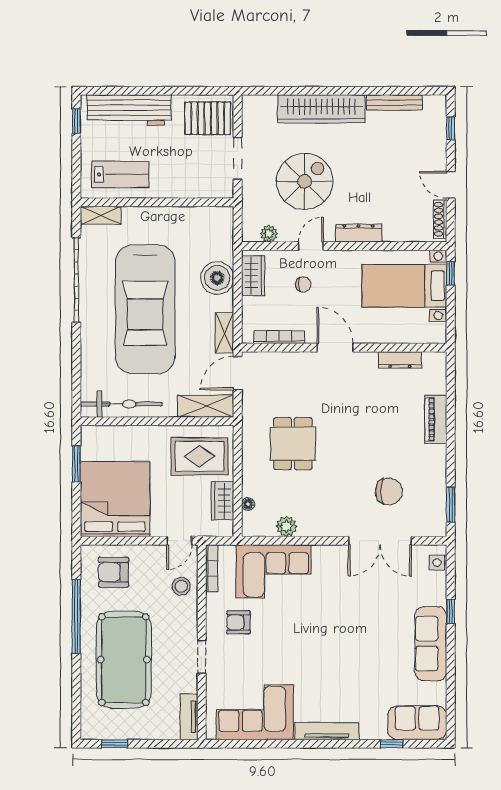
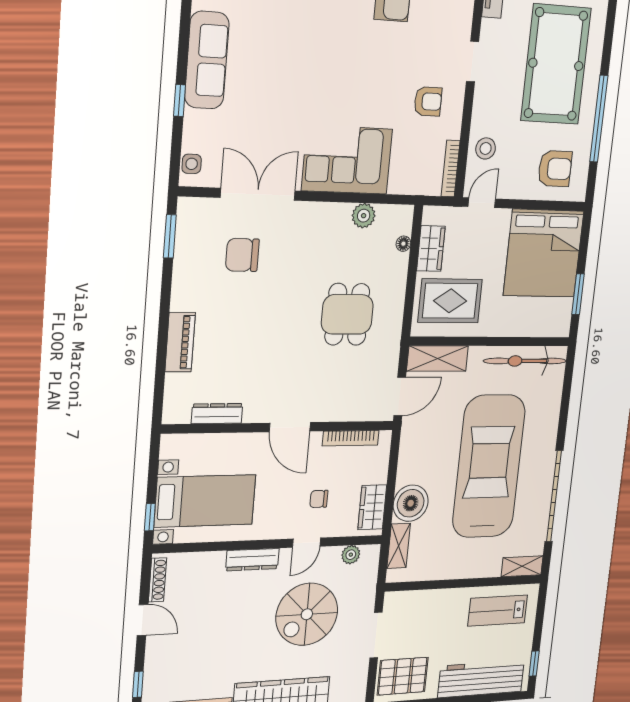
shelving: (224, 333) -> (399, 546), moved
corner sofa: (273, 571) -> (347, 160), moved

